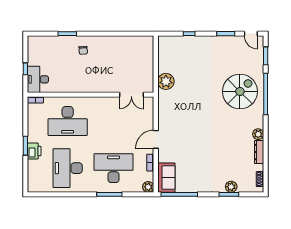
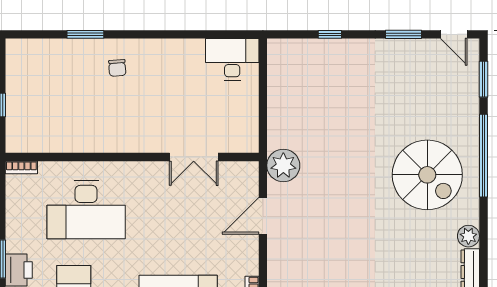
desk: (38, 79) -> (232, 59), moved, turned 90
plant: (166, 81) -> (283, 165), moved
spiral stairs: (240, 92) -> (427, 175), moved, turned 90
double door: (131, 95) -> (194, 157), moved
door: (156, 139) -> (263, 216), moved

